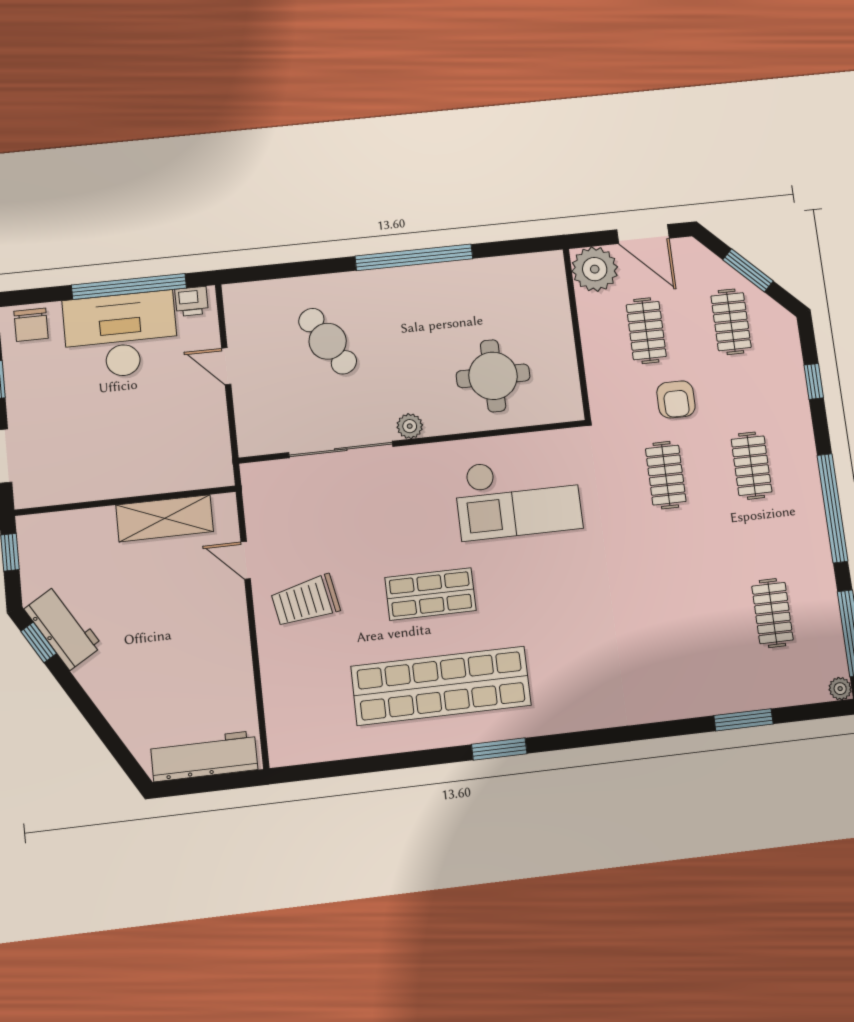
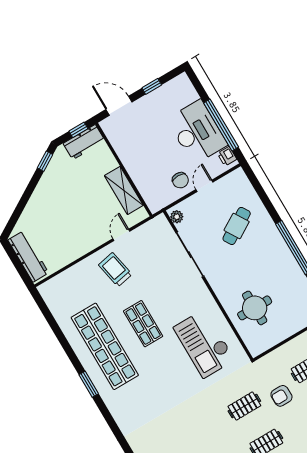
chair: (31, 325) -> (180, 180), moved, turned -90
plant: (410, 426) -> (177, 217), moved
workbench: (63, 627) -> (84, 142), moved, turned 31

